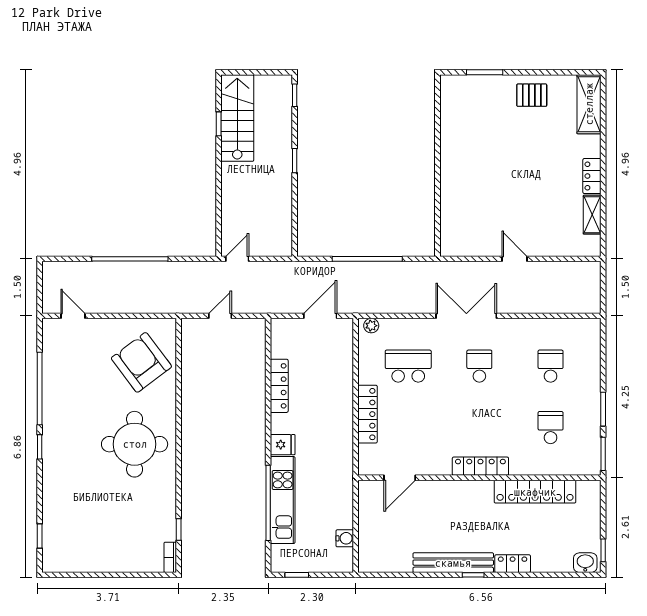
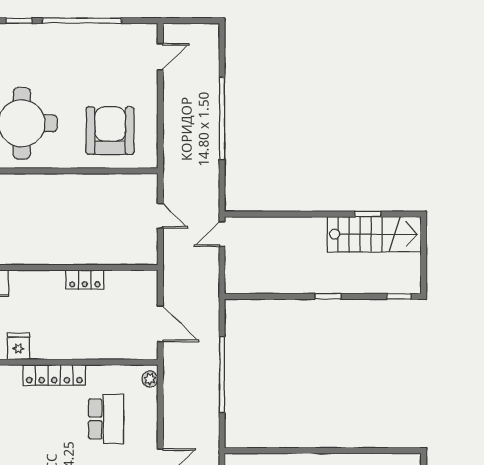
door: (237, 259) -> (222, 234), swing flipped
armchair: (141, 362) -> (110, 131), turned -53
locker: (279, 386) -> (85, 280), width x0.66
fridge: (283, 445) -> (18, 346), moved, turned 180

